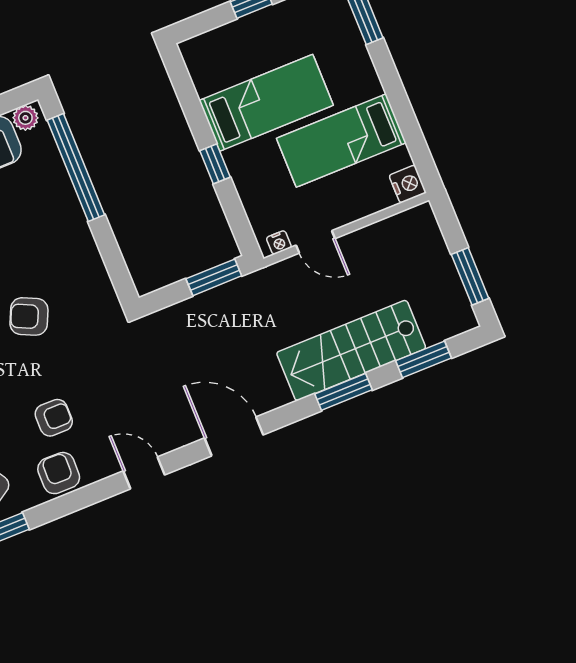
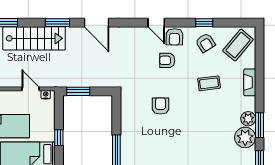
armchair: (29, 316) -> (161, 106), turned -115
window: (343, 392) -> (57, 23), moved
door: (144, 473) -> (156, 23), moved

